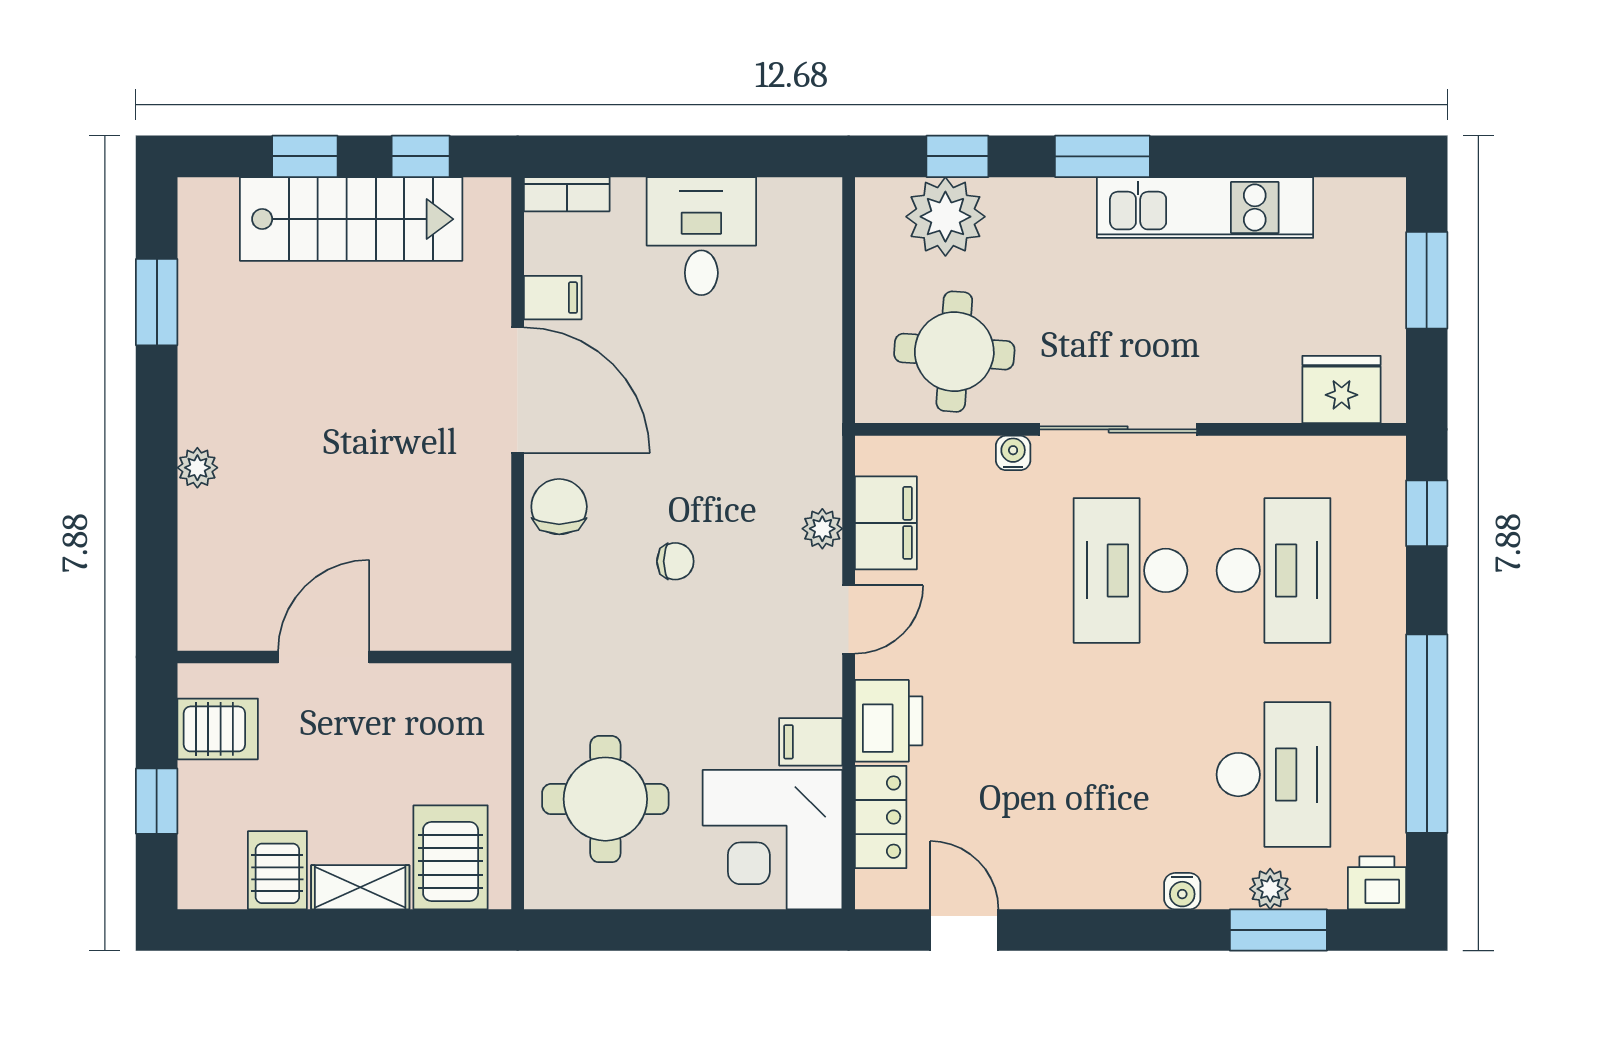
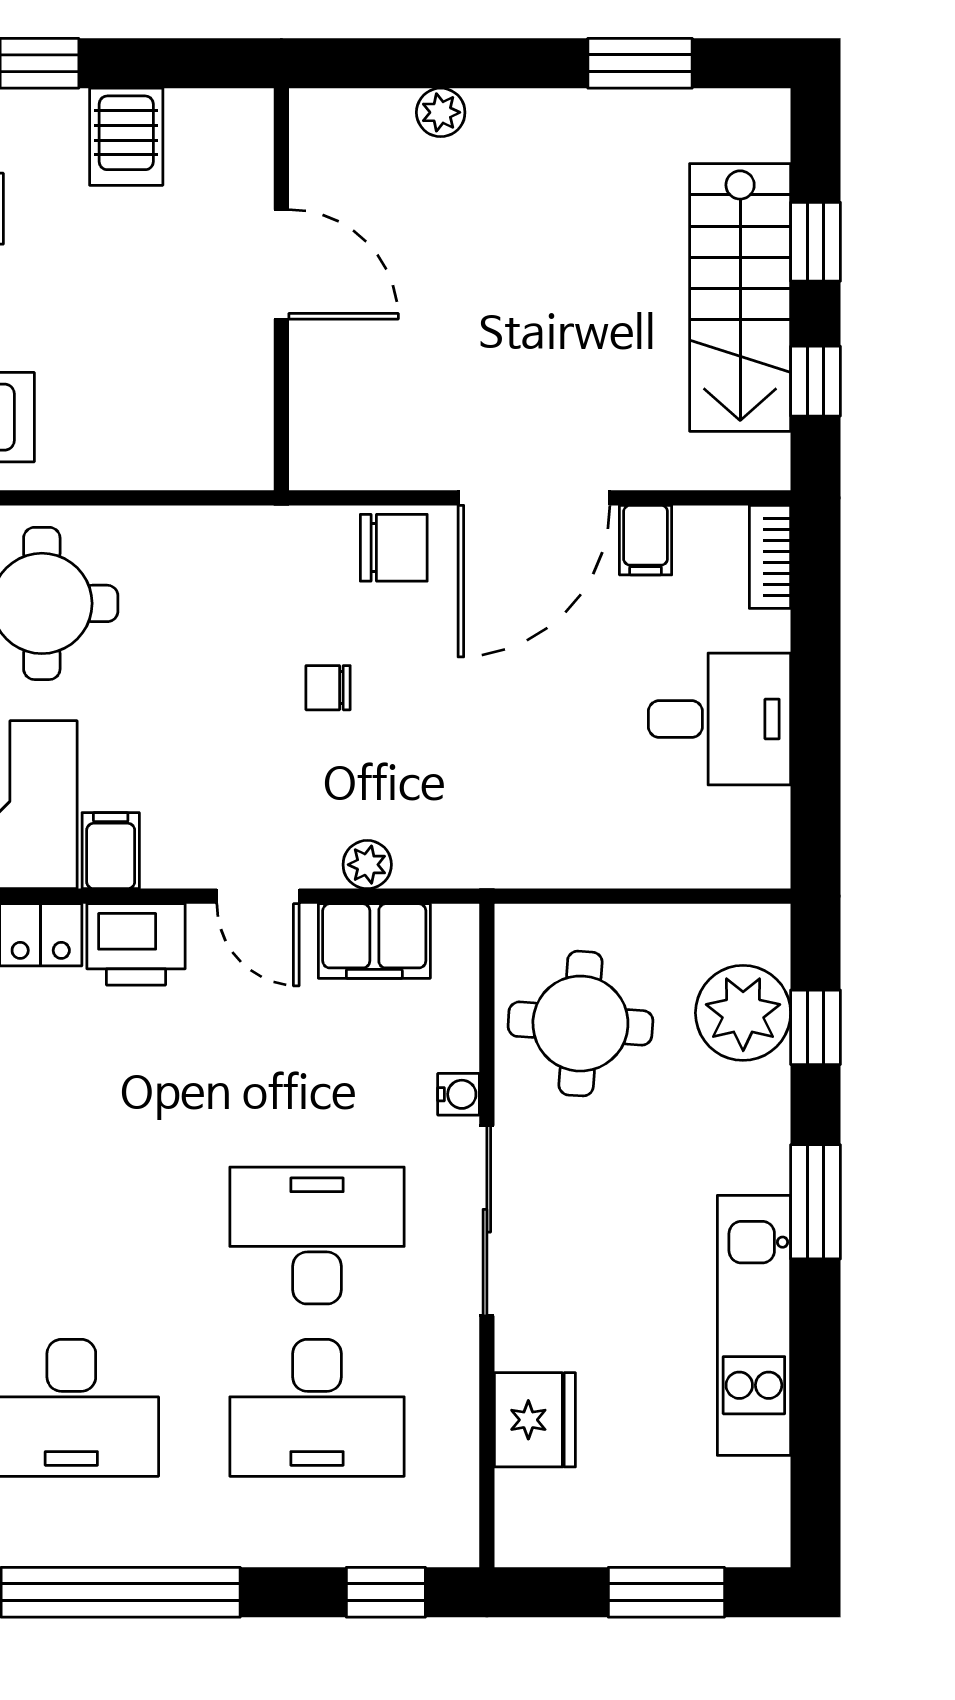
fridge: (1342, 389) -> (535, 1420), moved
chair: (675, 561) -> (328, 688), turned 90
door: (324, 657) -> (281, 264), moved
wall: (344, 657) -> (281, 289), moved

